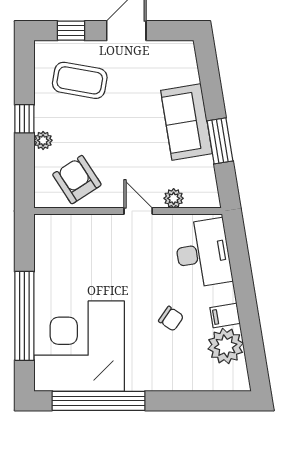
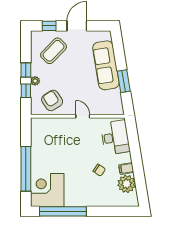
coffee table: (80, 80) -> (54, 51), turned -56
sofa: (186, 122) -> (106, 65), width x1.36
window: (24, 160) -> (26, 91), added
plant: (174, 198) -> (101, 110), removed
corner desk: (79, 346) -> (47, 190), width x0.74, depth x0.74

